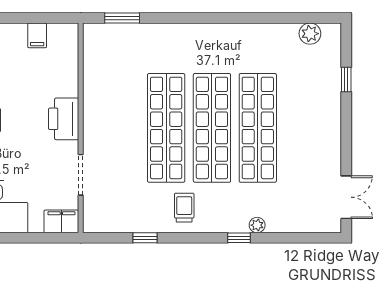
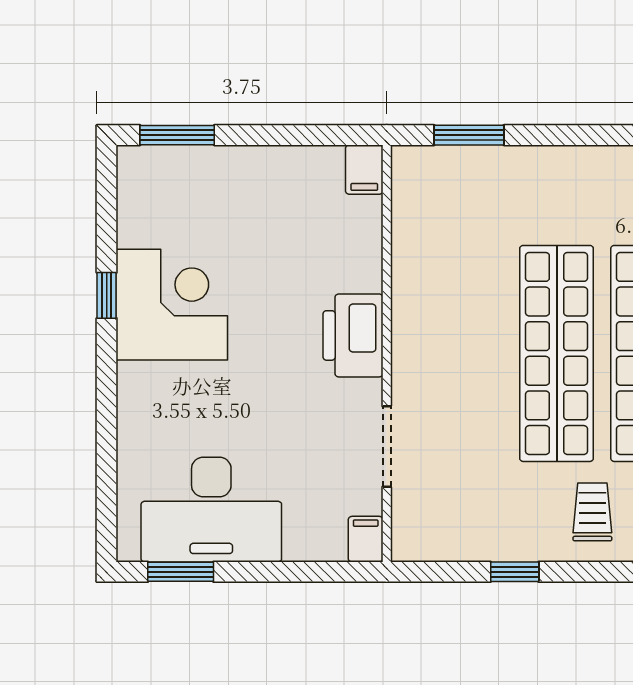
filing cabinet: (37, 35) -> (364, 170), moved
filing cabinet: (61, 221) -> (366, 539), width x0.50

